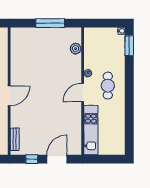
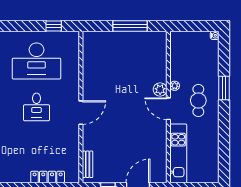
window: (129, 46) -> (224, 88), moved
plant: (76, 49) -> (160, 89), moved
door: (83, 93) -> (168, 109), hinge flipped

